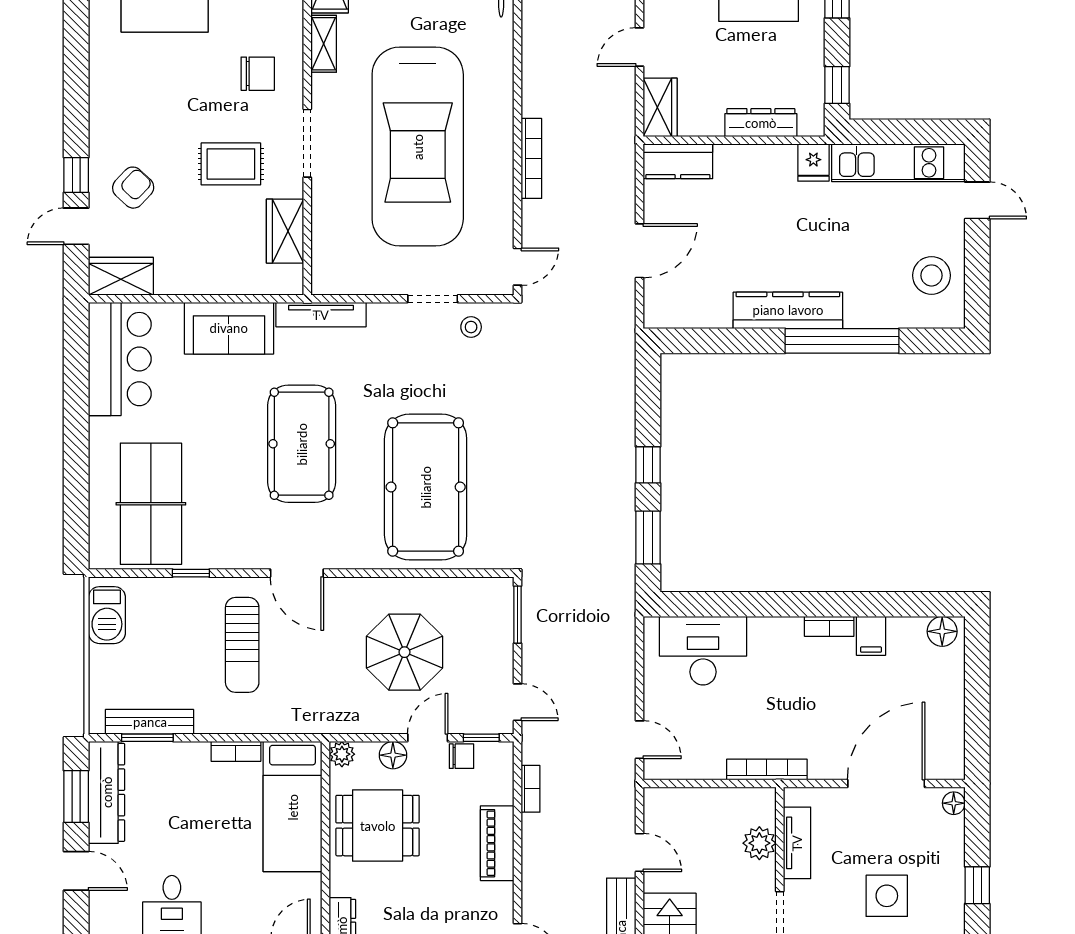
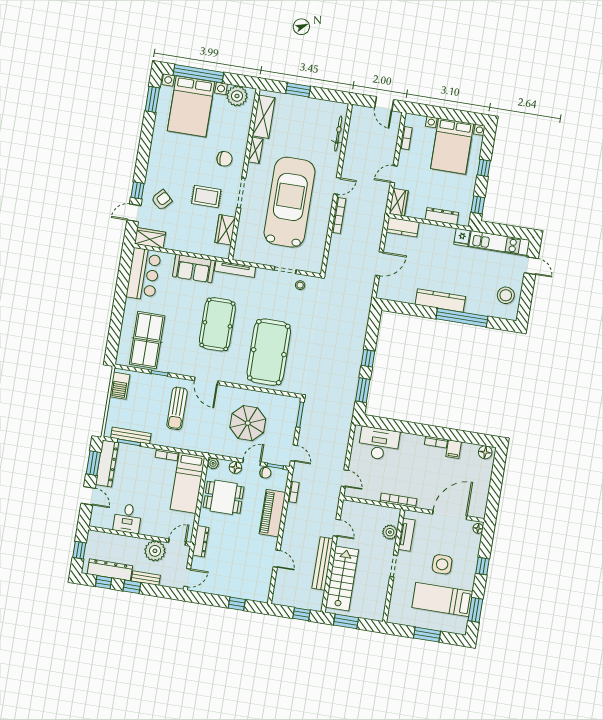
car: (418, 147) -> (290, 202), turned 180
door: (518, 267) -> (337, 186), moved
piano: (497, 843) -> (272, 513), width x1.37, depth x1.33

